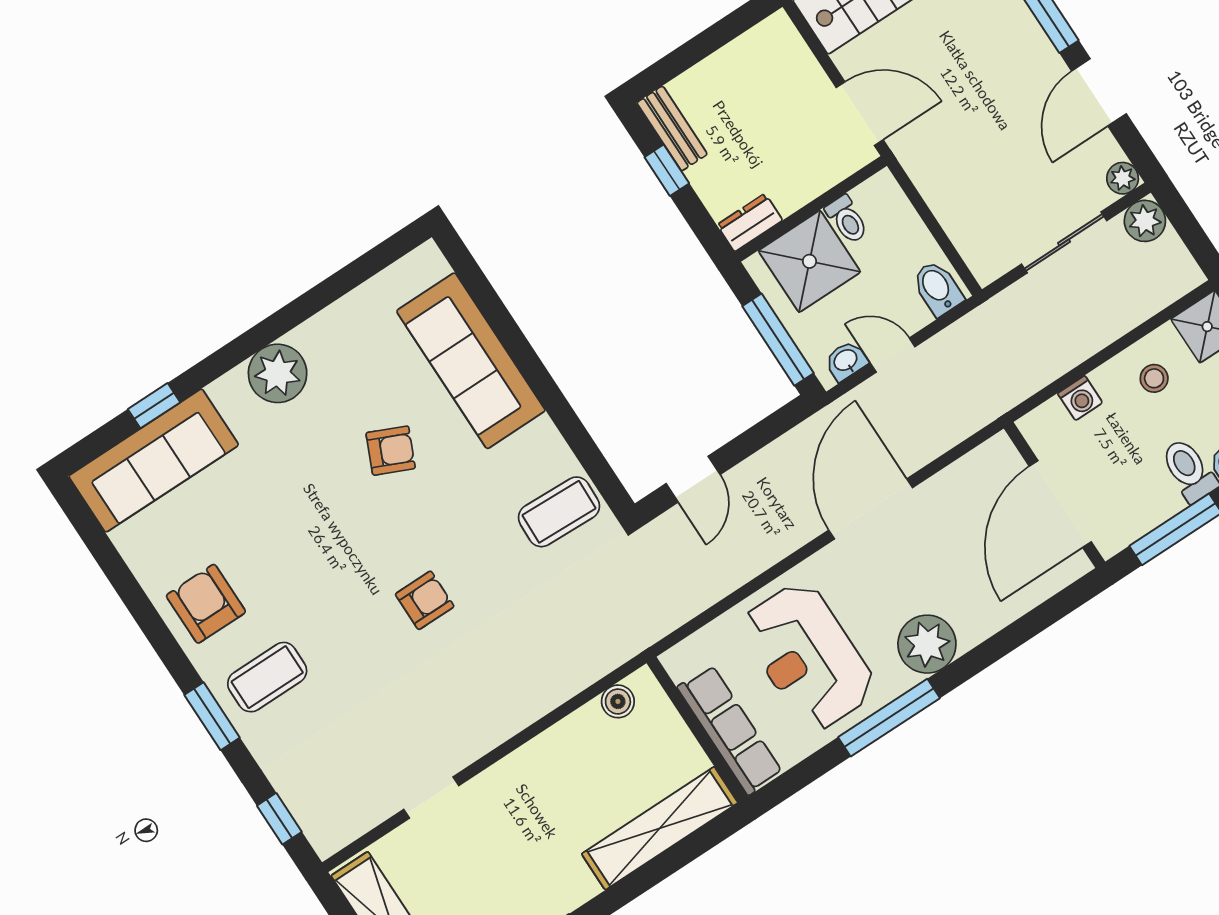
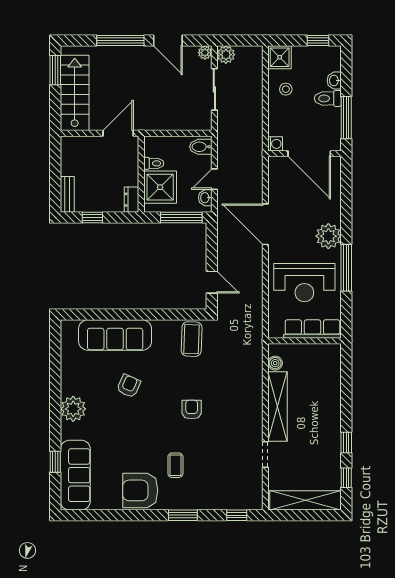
bench: (672, 128) -> (67, 194), moved, turned 90
washing machine: (1080, 398) -> (275, 144), moved
armchair: (206, 604) -> (140, 490), width x1.36, depth x1.36
coffee table: (267, 677) -> (175, 465), moved, width x0.73, depth x0.77
shelving: (660, 828) -> (278, 407), moved

